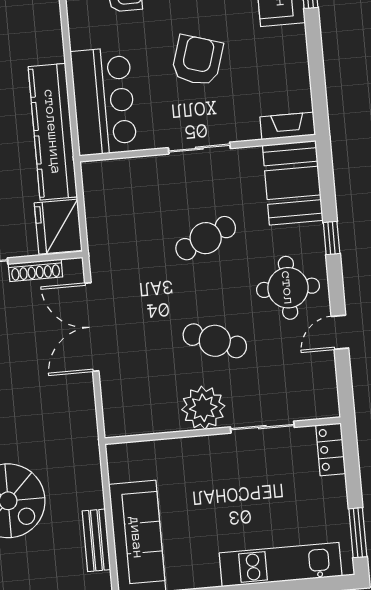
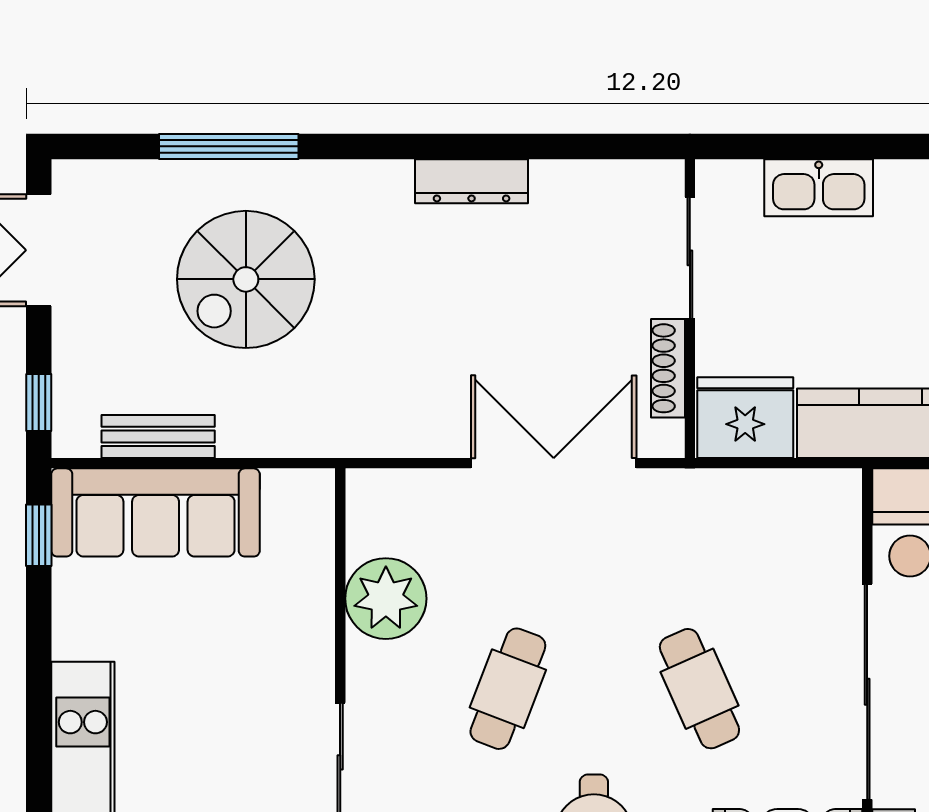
sliding door: (199, 148) -> (867, 692), width x1.86
plant: (203, 408) -> (386, 599), moved

